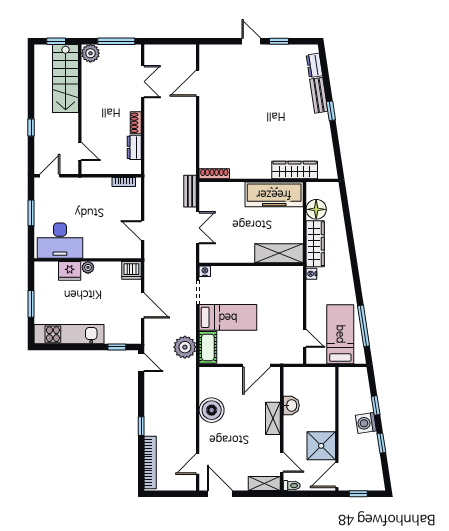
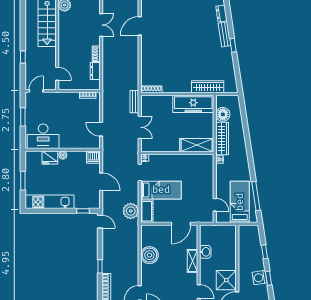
washing machine: (366, 423) -> (260, 278), moved

